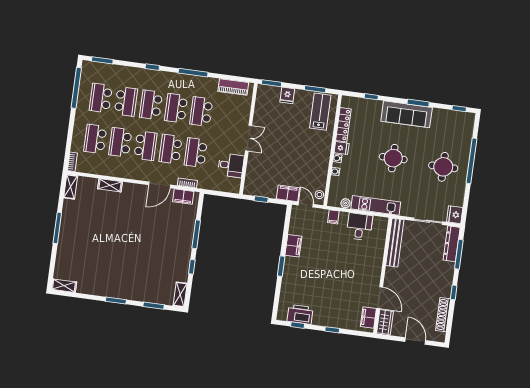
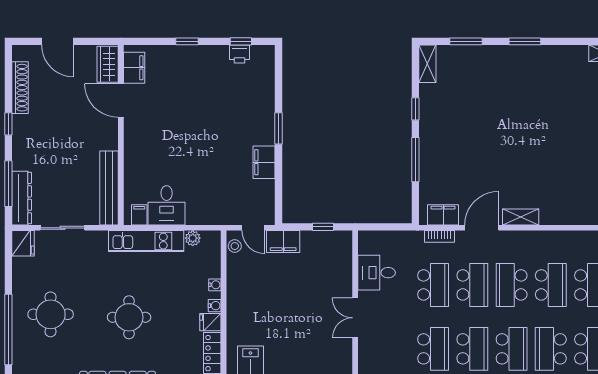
shelving: (110, 185) -> (521, 217), moved
filing cabinet: (333, 217) -> (139, 215), moved
printer: (300, 314) -> (240, 54), width x0.53, depth x0.68

